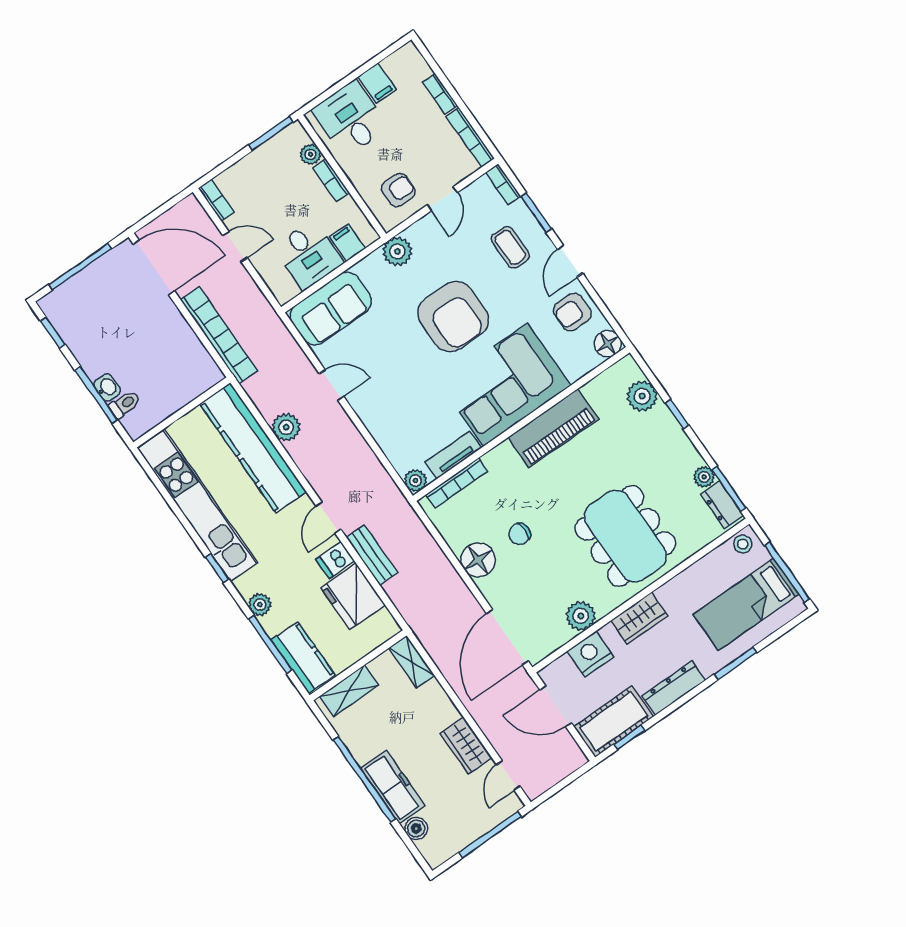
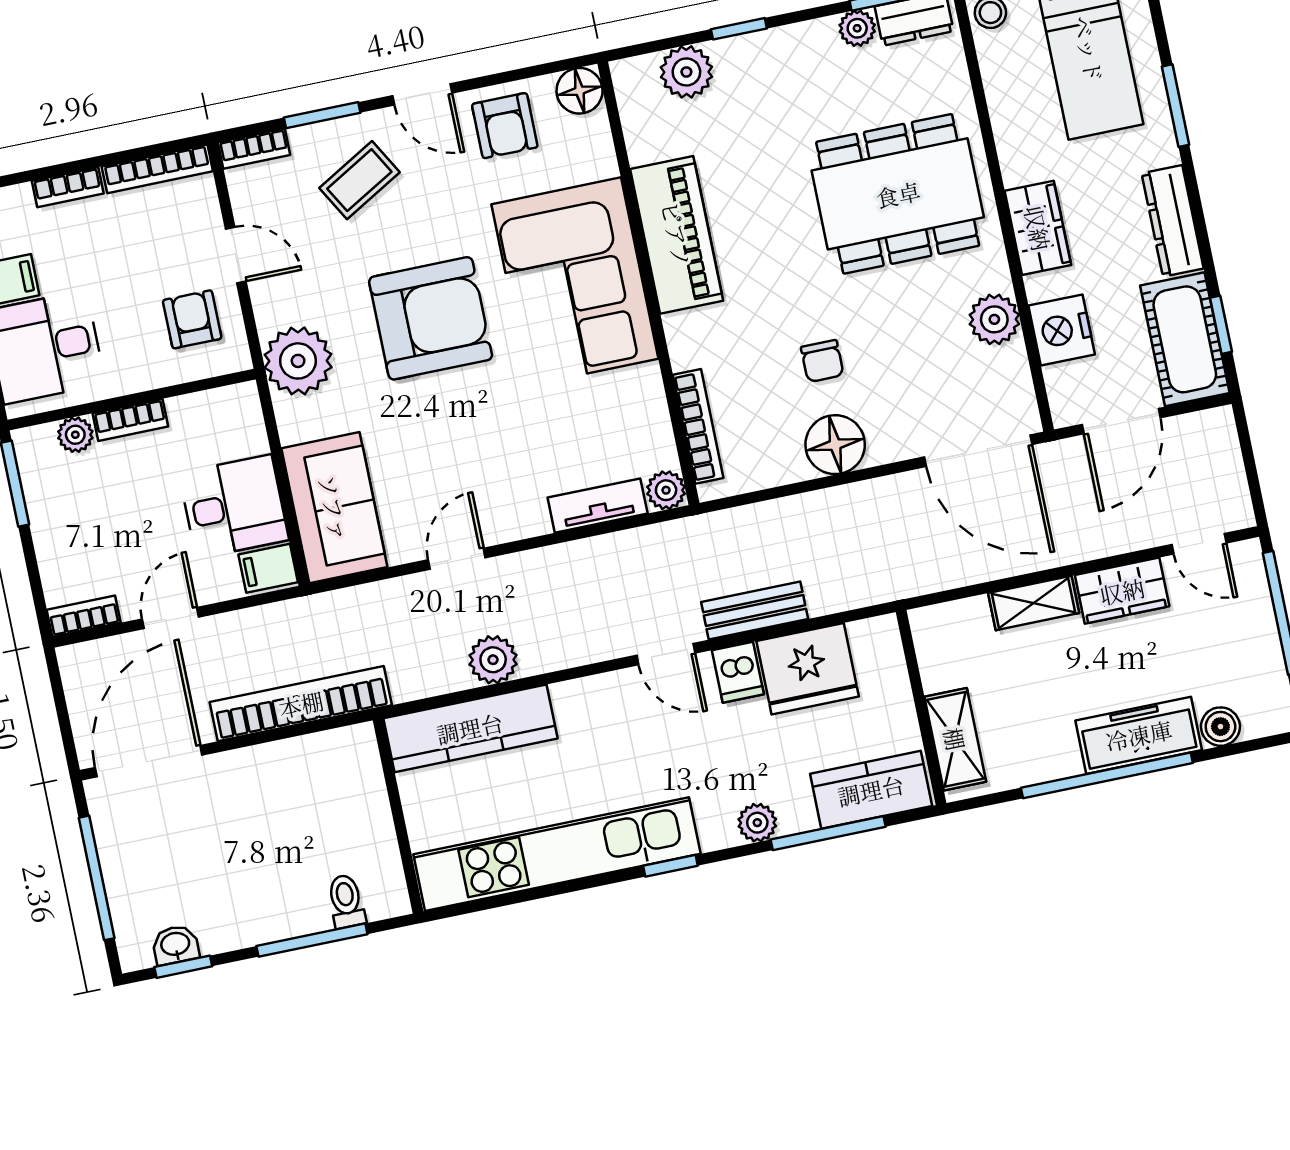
filing cabinet: (347, 243) -> (268, 568), moved
coffee table: (510, 247) -> (359, 180), turned -30
plant: (397, 251) -> (298, 361), width x1.36, depth x1.36
washbasin: (107, 387) -> (175, 945), moved
kitchen counter: (253, 448) -> (470, 728), width x0.72, depth x0.86
tv unit: (453, 455) -> (598, 506), moved, turned 90
shelving: (412, 662) -> (1034, 603), moved

